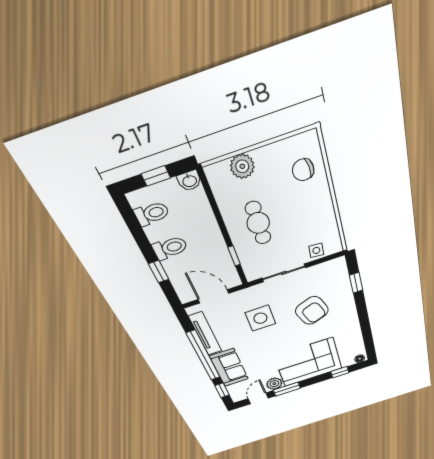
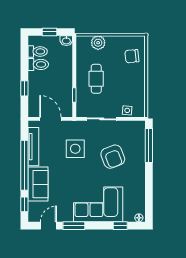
toilet: (170, 248) -> (38, 64), moved
window: (356, 283) -> (149, 145), width x2.17
plant: (274, 384) -> (66, 215), removed

